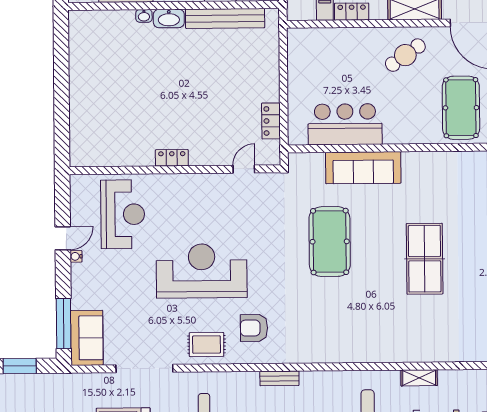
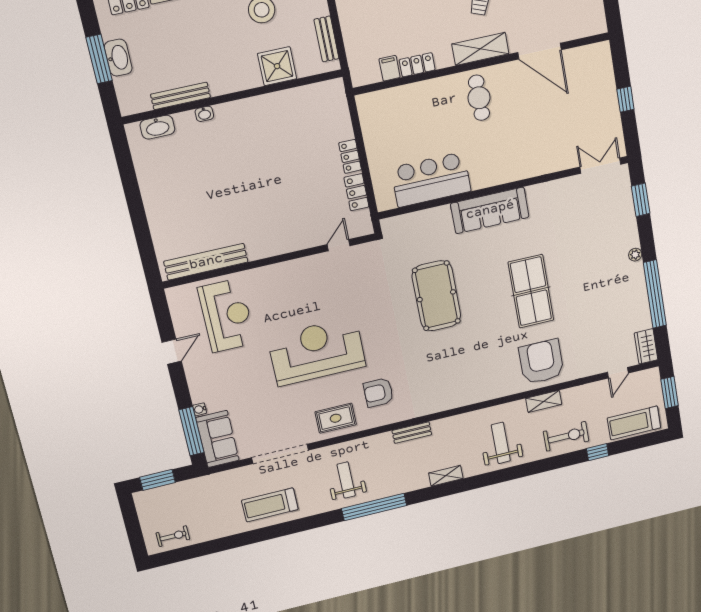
washbasin: (169, 18) -> (157, 127), moved
bench: (225, 18) -> (206, 262), moved
cafe table: (405, 55) -> (479, 98), turned -55
pool table: (461, 108) -> (543, 139), removed
locker: (172, 158) -> (350, 156), moved, turned -90
sofa: (363, 168) -> (490, 210), moved
water cooler: (76, 256) -> (200, 409), moved
armchair: (423, 335) -> (541, 362), added

